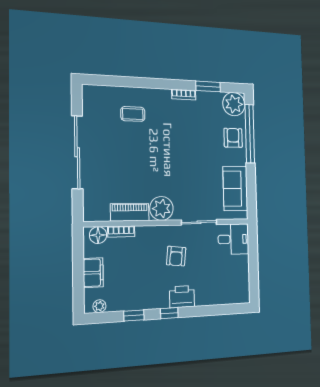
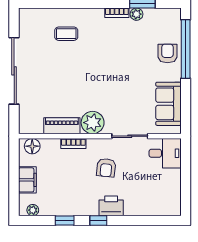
plant: (234, 104) -> (136, 14), moved, width x0.53, depth x0.53
bookcase: (121, 232) -> (73, 143), moved

